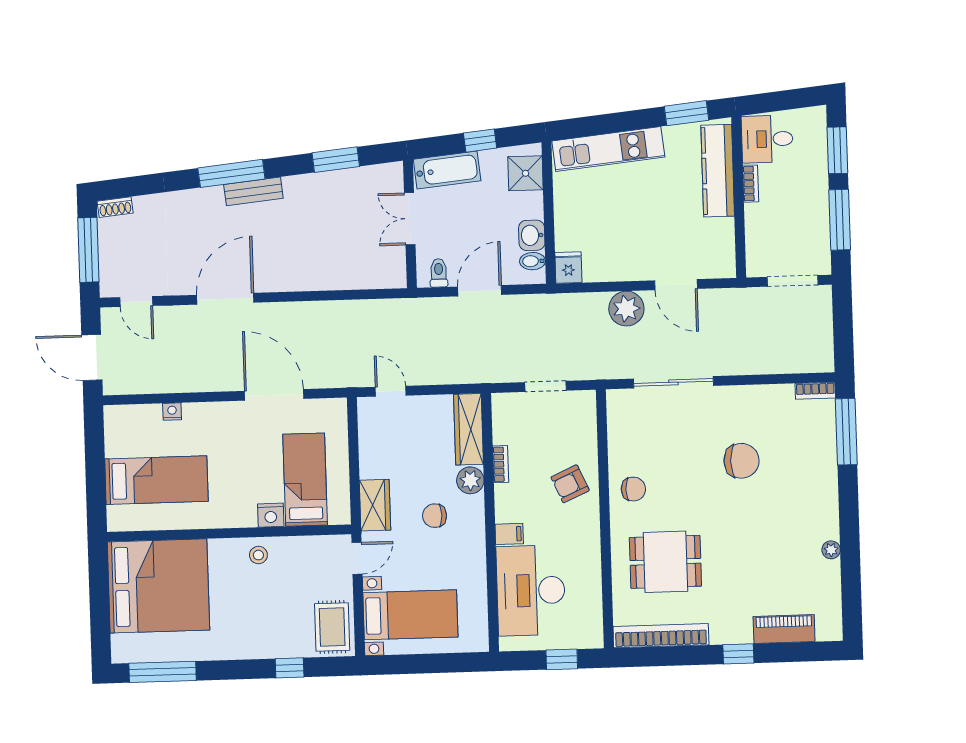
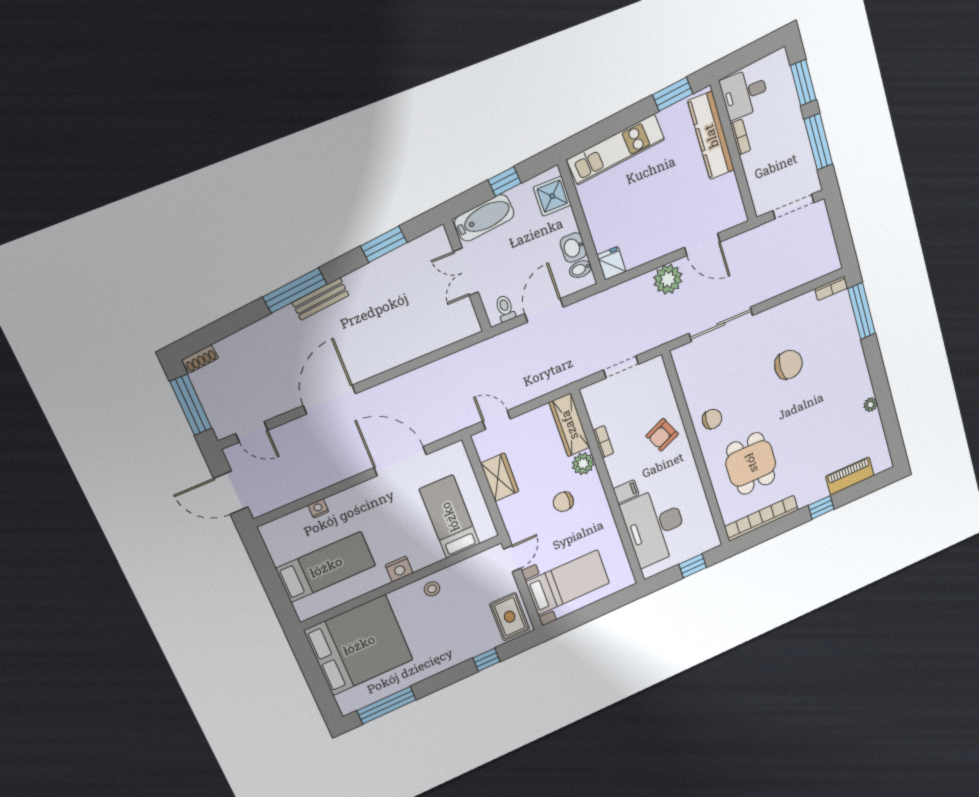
wardrobe: (375, 505) -> (500, 477), moved
nightstand: (271, 515) -> (399, 569), moved
dining table: (665, 562) -> (751, 463), turned 90

